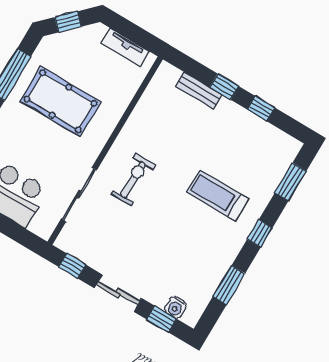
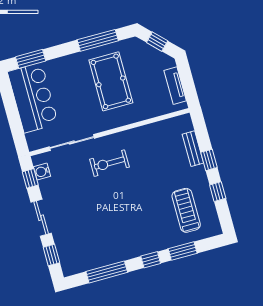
exercise bike: (133, 180) -> (109, 163), turned 180
window: (291, 182) -> (183, 251), moved
treadmill: (218, 196) -> (186, 210), moved
window: (229, 285) -> (107, 272), width x1.44
water cooler: (176, 307) -> (42, 172), moved

